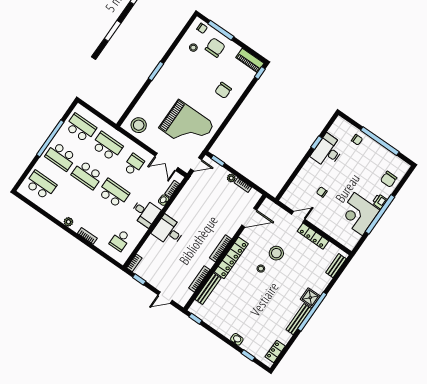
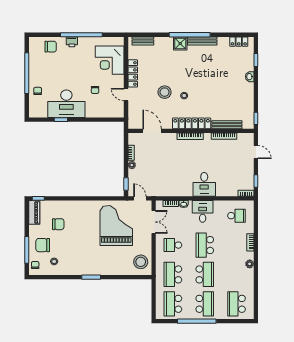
chair: (223, 90) -> (58, 224), moved
desk: (328, 151) -> (66, 104), width x1.36, depth x1.30
corner desk: (358, 214) -> (110, 60), moved, turned 90

